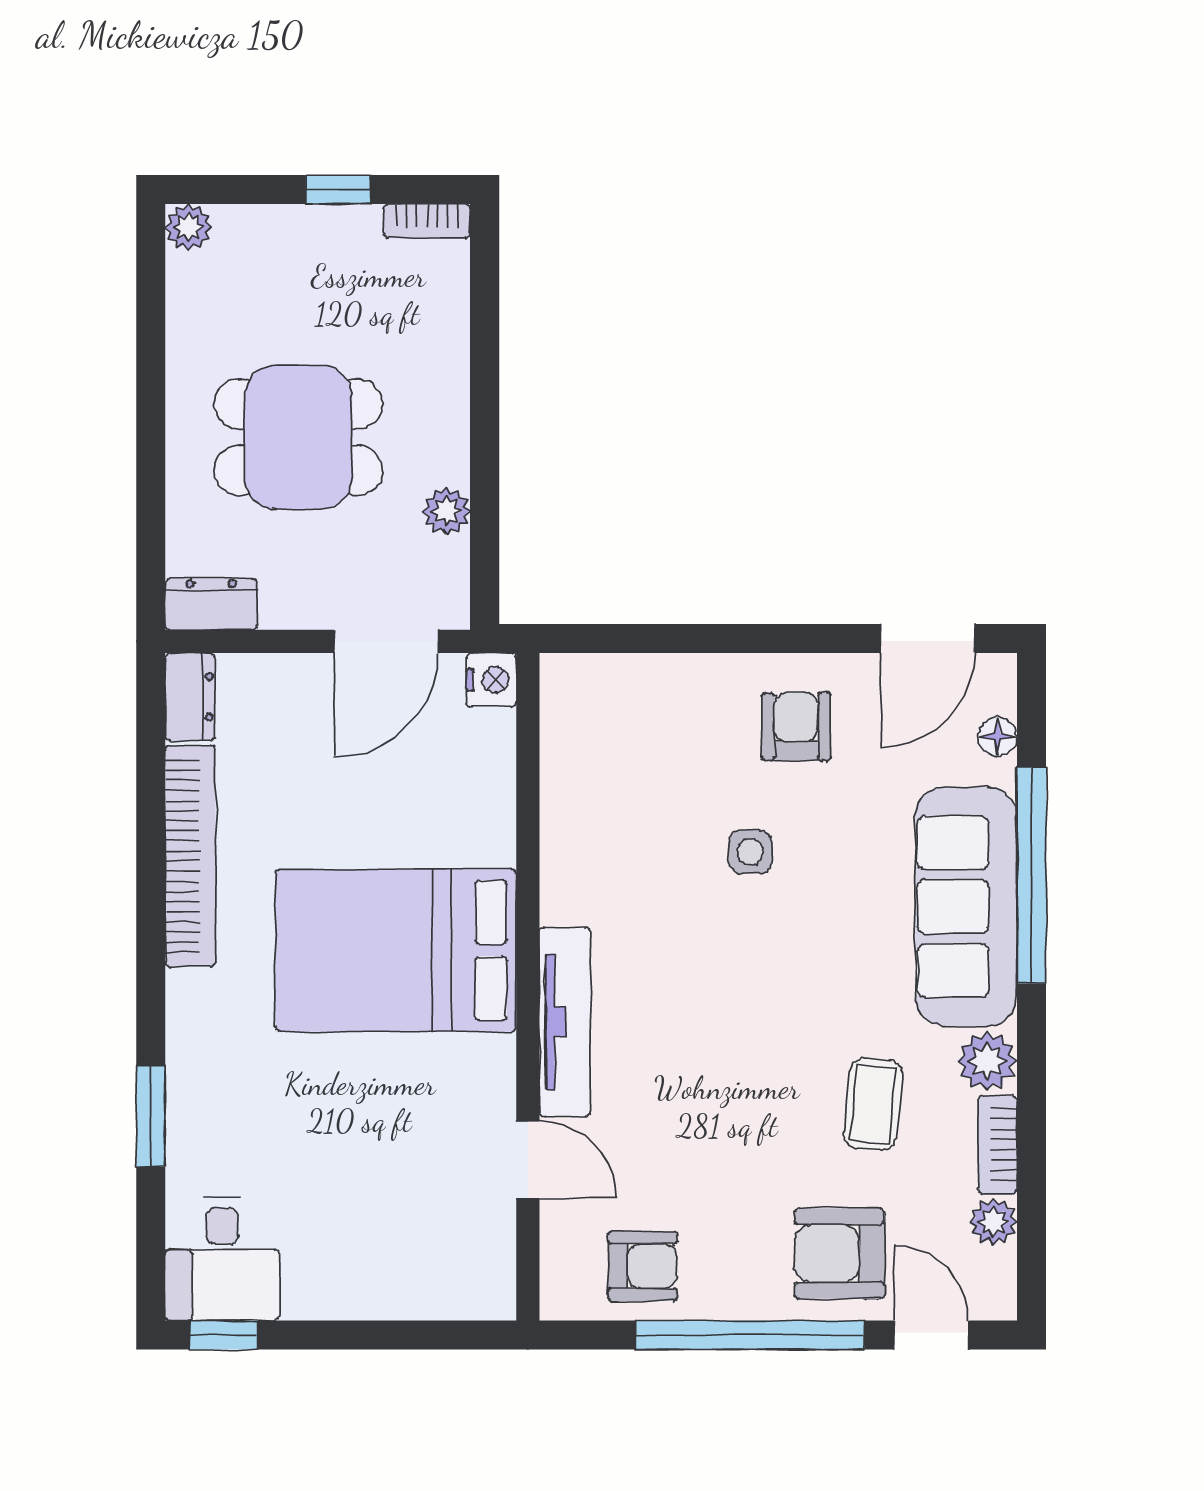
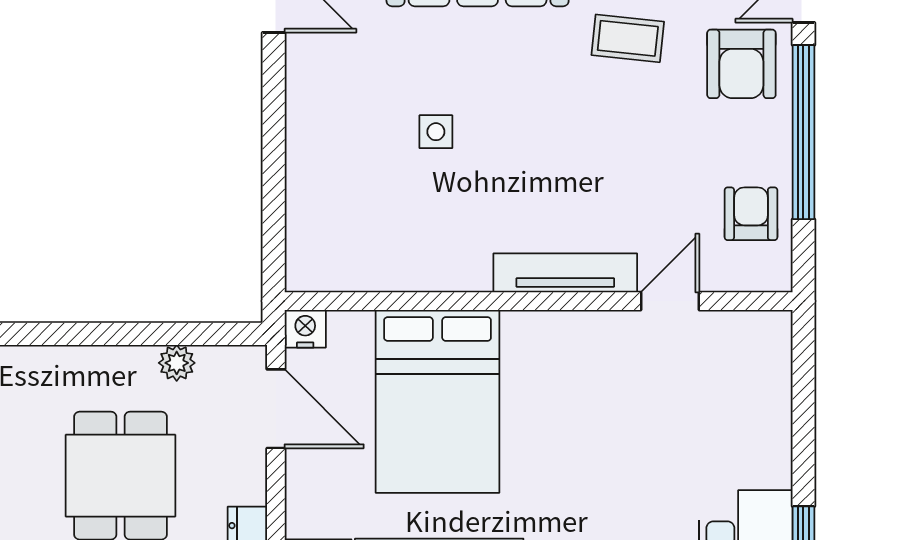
armchair: (796, 726) -> (341, 97), removed
bed: (396, 950) -> (438, 401), moved

